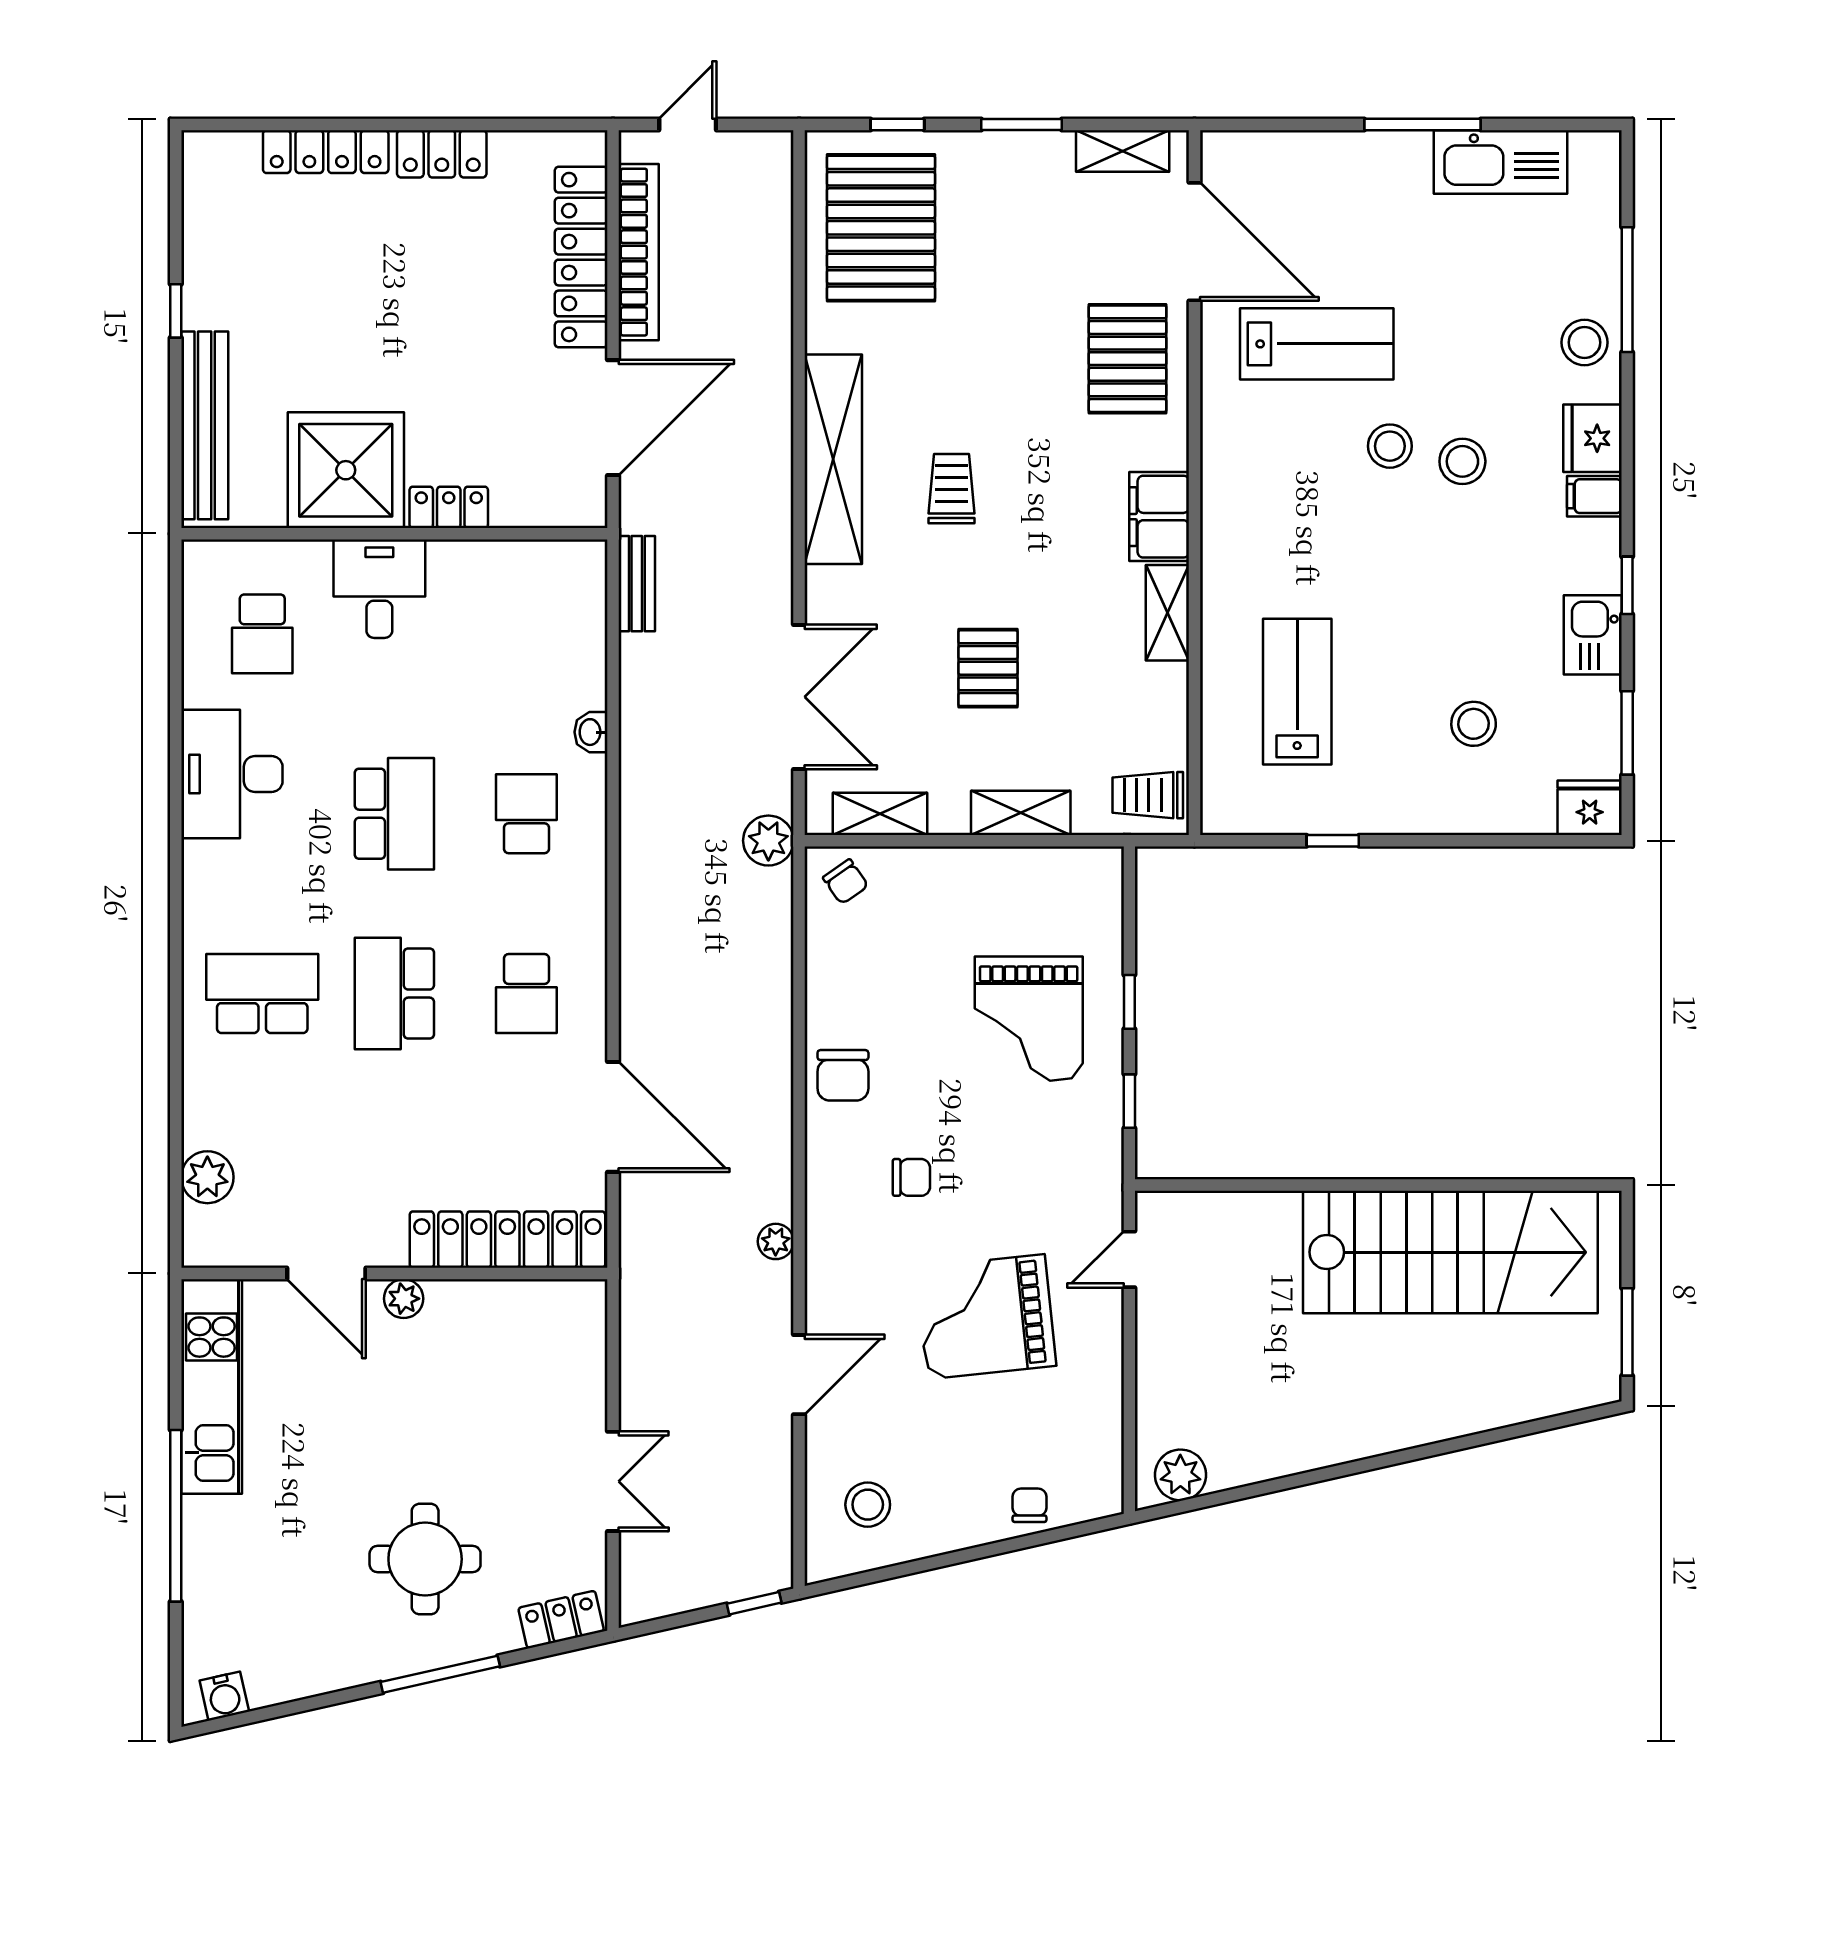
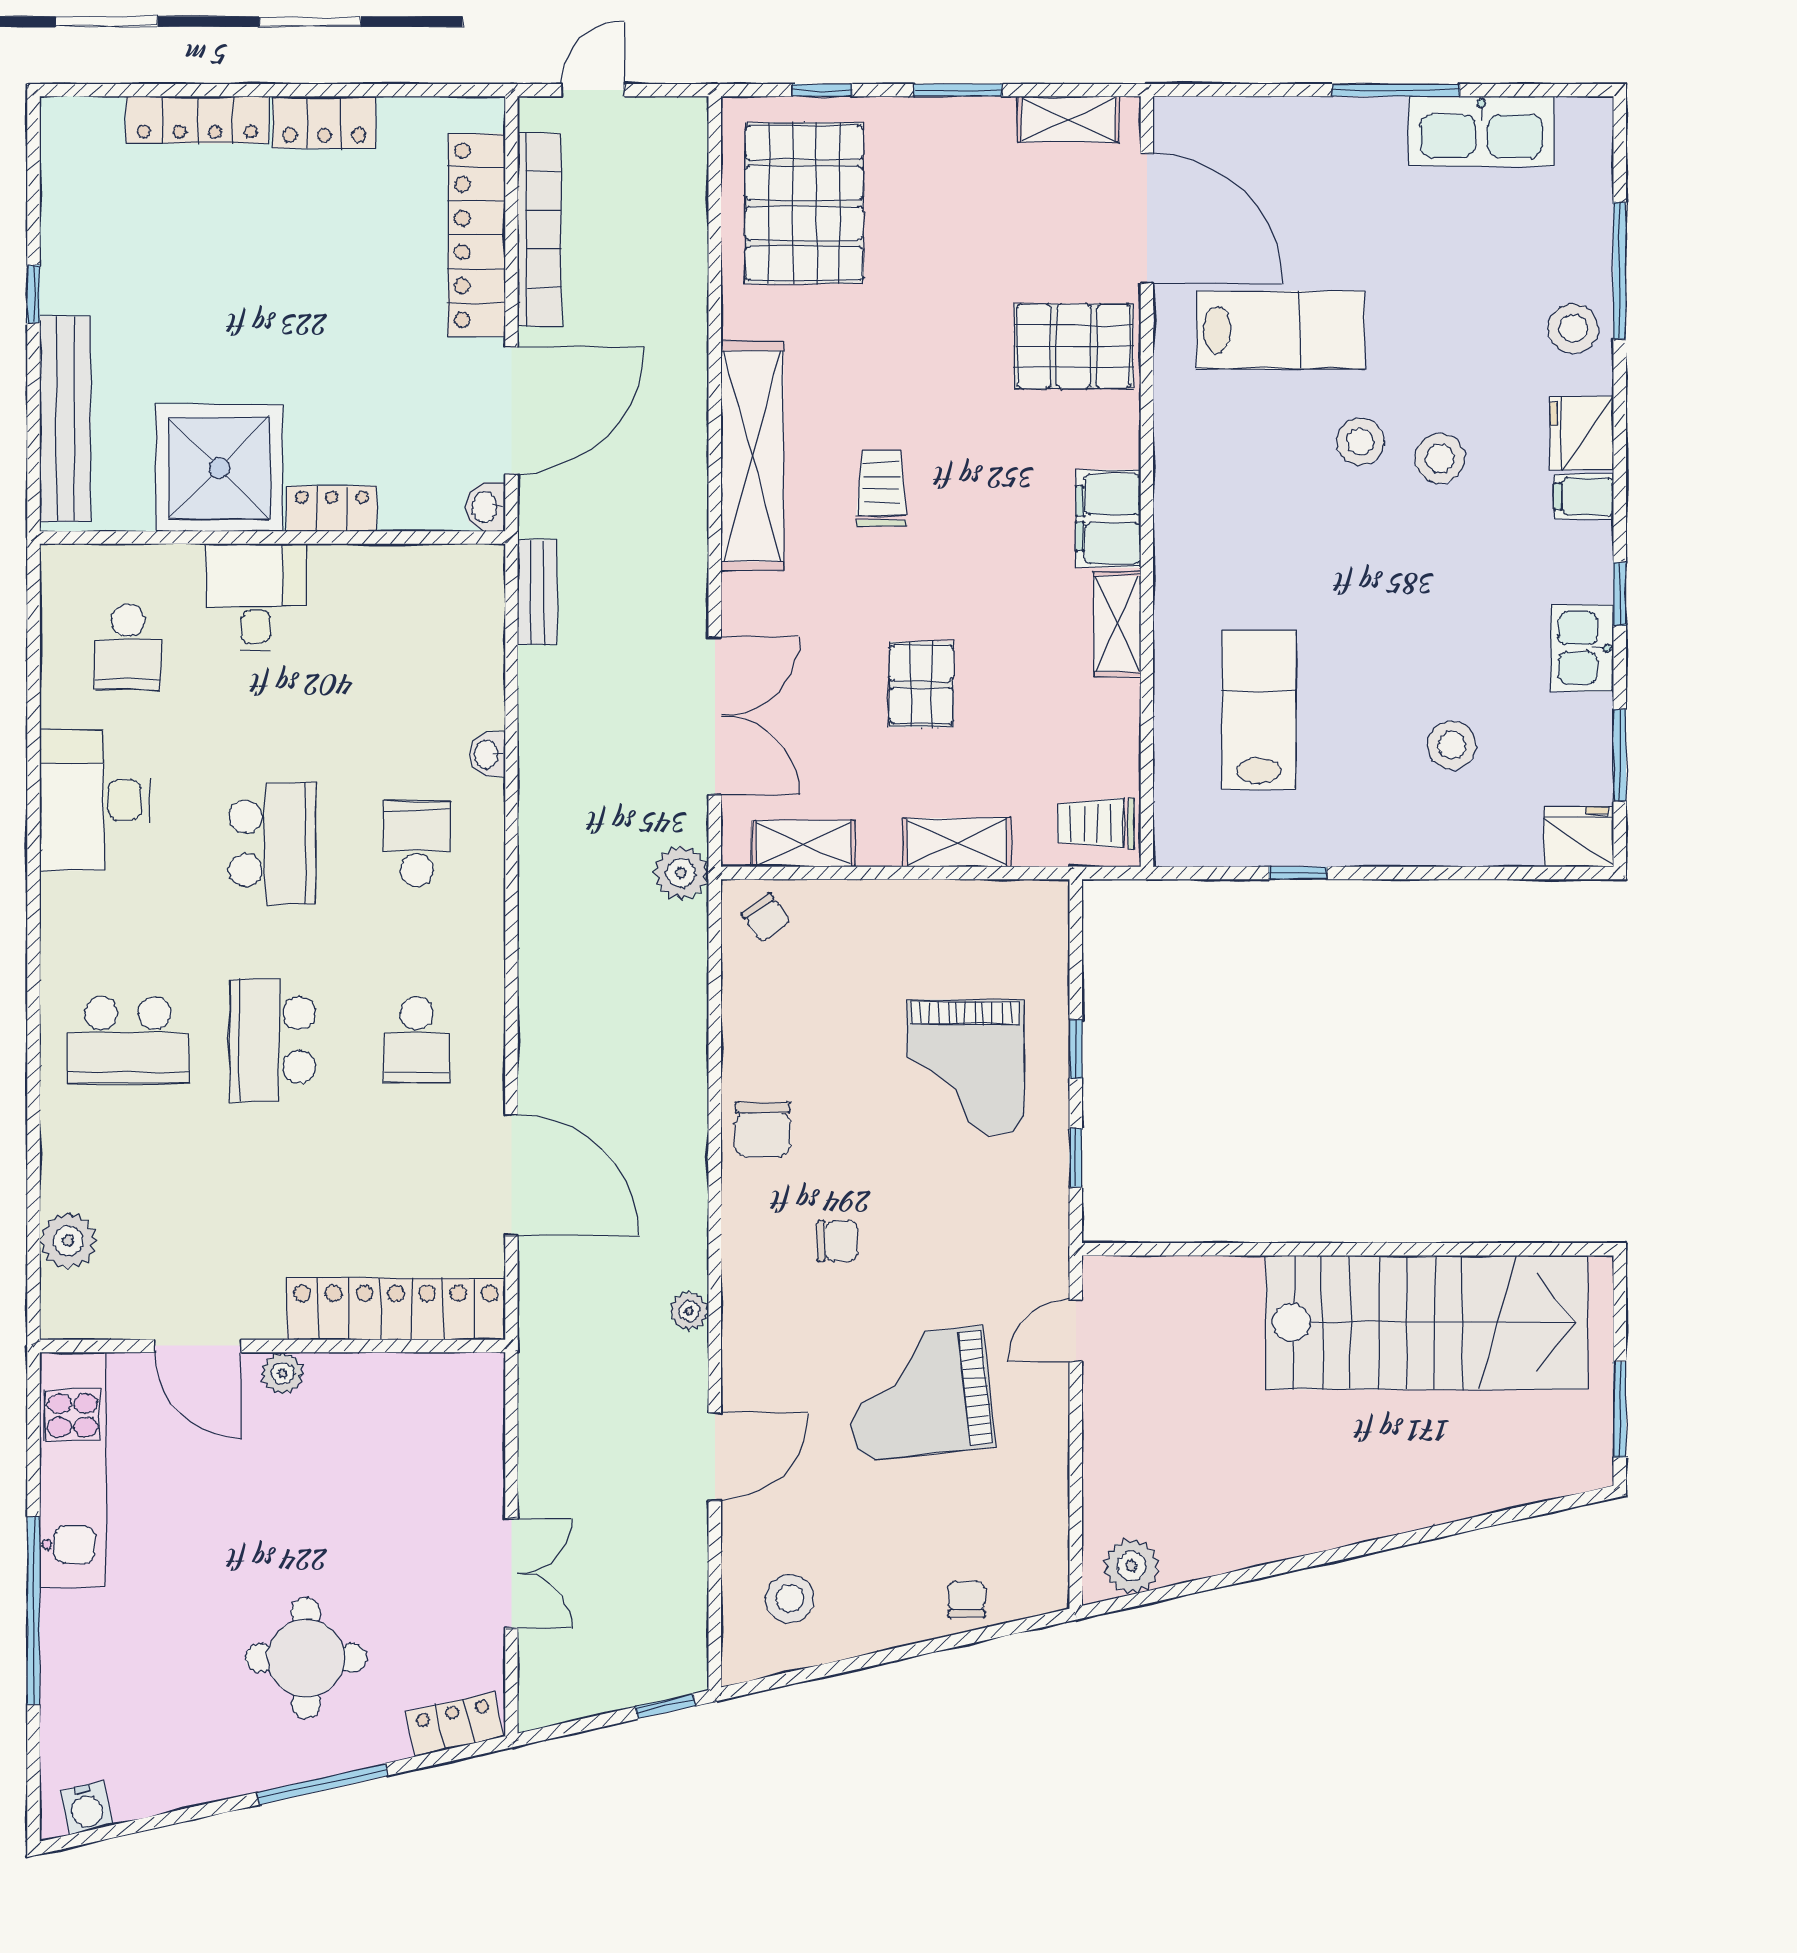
pallet: (1127, 359) -> (1074, 346), turned 90
washbasin: (589, 506) -> (485, 507), added
school desk: (262, 994) -> (128, 1040), turned 180

